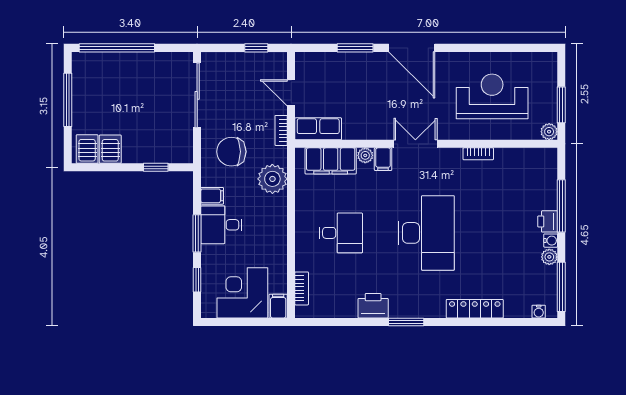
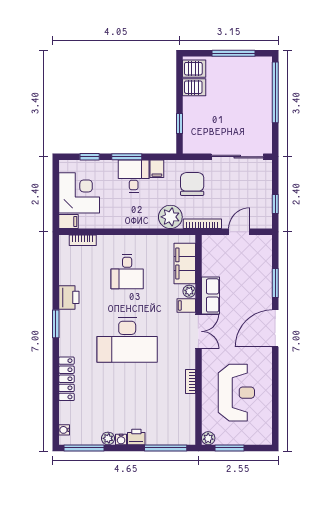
row of seats: (318, 129) -> (210, 295), moved
bookcase: (281, 130) -> (202, 224), width x1.56
window: (561, 206) -> (166, 448), moved

